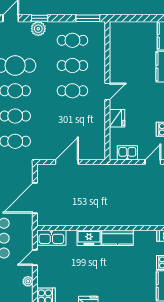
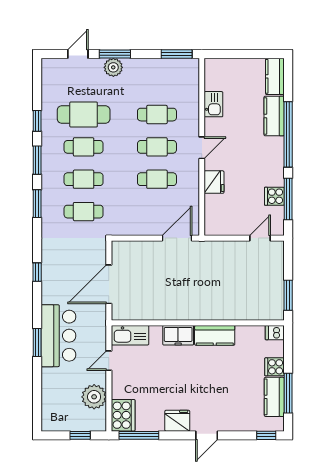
window: (40, 18) -> (115, 54), width x1.50
cafe table: (72, 40) -> (157, 179), moved
kitchen sink: (127, 153) -> (213, 104), moved, turned 90
door: (67, 162) -> (177, 238), moved
plant: (28, 281) -> (94, 397), width x1.88, depth x1.88

